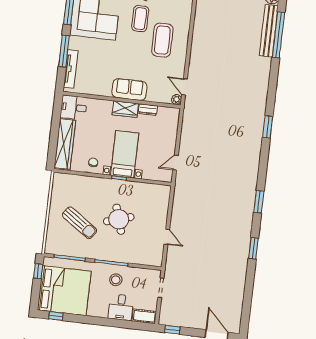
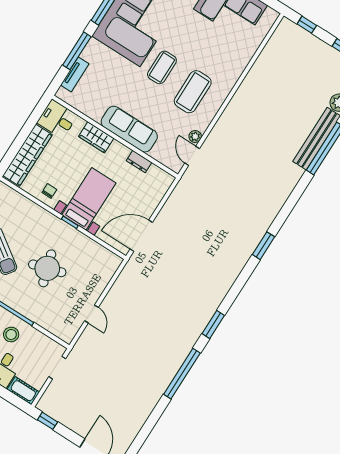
coffee table: (140, 19) -> (162, 67), moved
tv unit: (71, 69) -> (75, 74), width x0.71
sofa: (129, 89) -> (129, 129), width x1.36
plant: (177, 99) -> (195, 136), moved
wardrobe: (125, 109) -> (96, 137), moved
door: (176, 163) -> (141, 236), width x1.88
window: (253, 248) -> (182, 374), width x2.11

